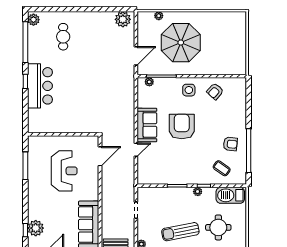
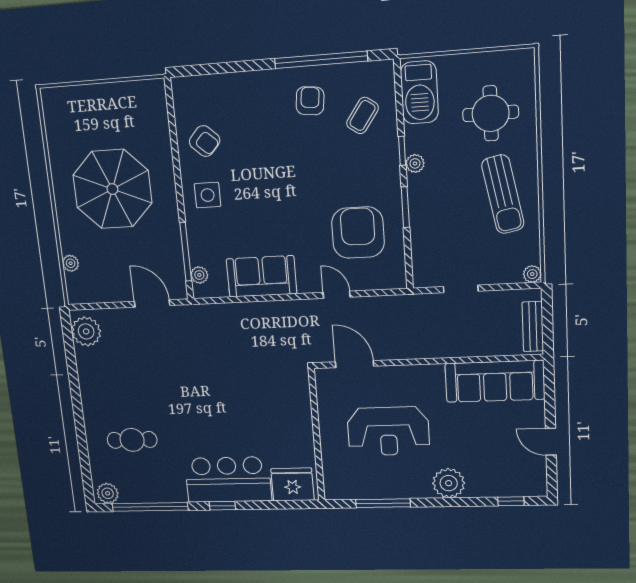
parasol: (181, 43) -> (112, 189), moved
fridge: (37, 120) -> (292, 484), added
sofa: (147, 125) -> (262, 276), moved
armchair: (182, 126) -> (358, 233), moved, turned 90
reception desk: (64, 171) -> (388, 431), turned 180
plant: (36, 228) -> (449, 483), moved

